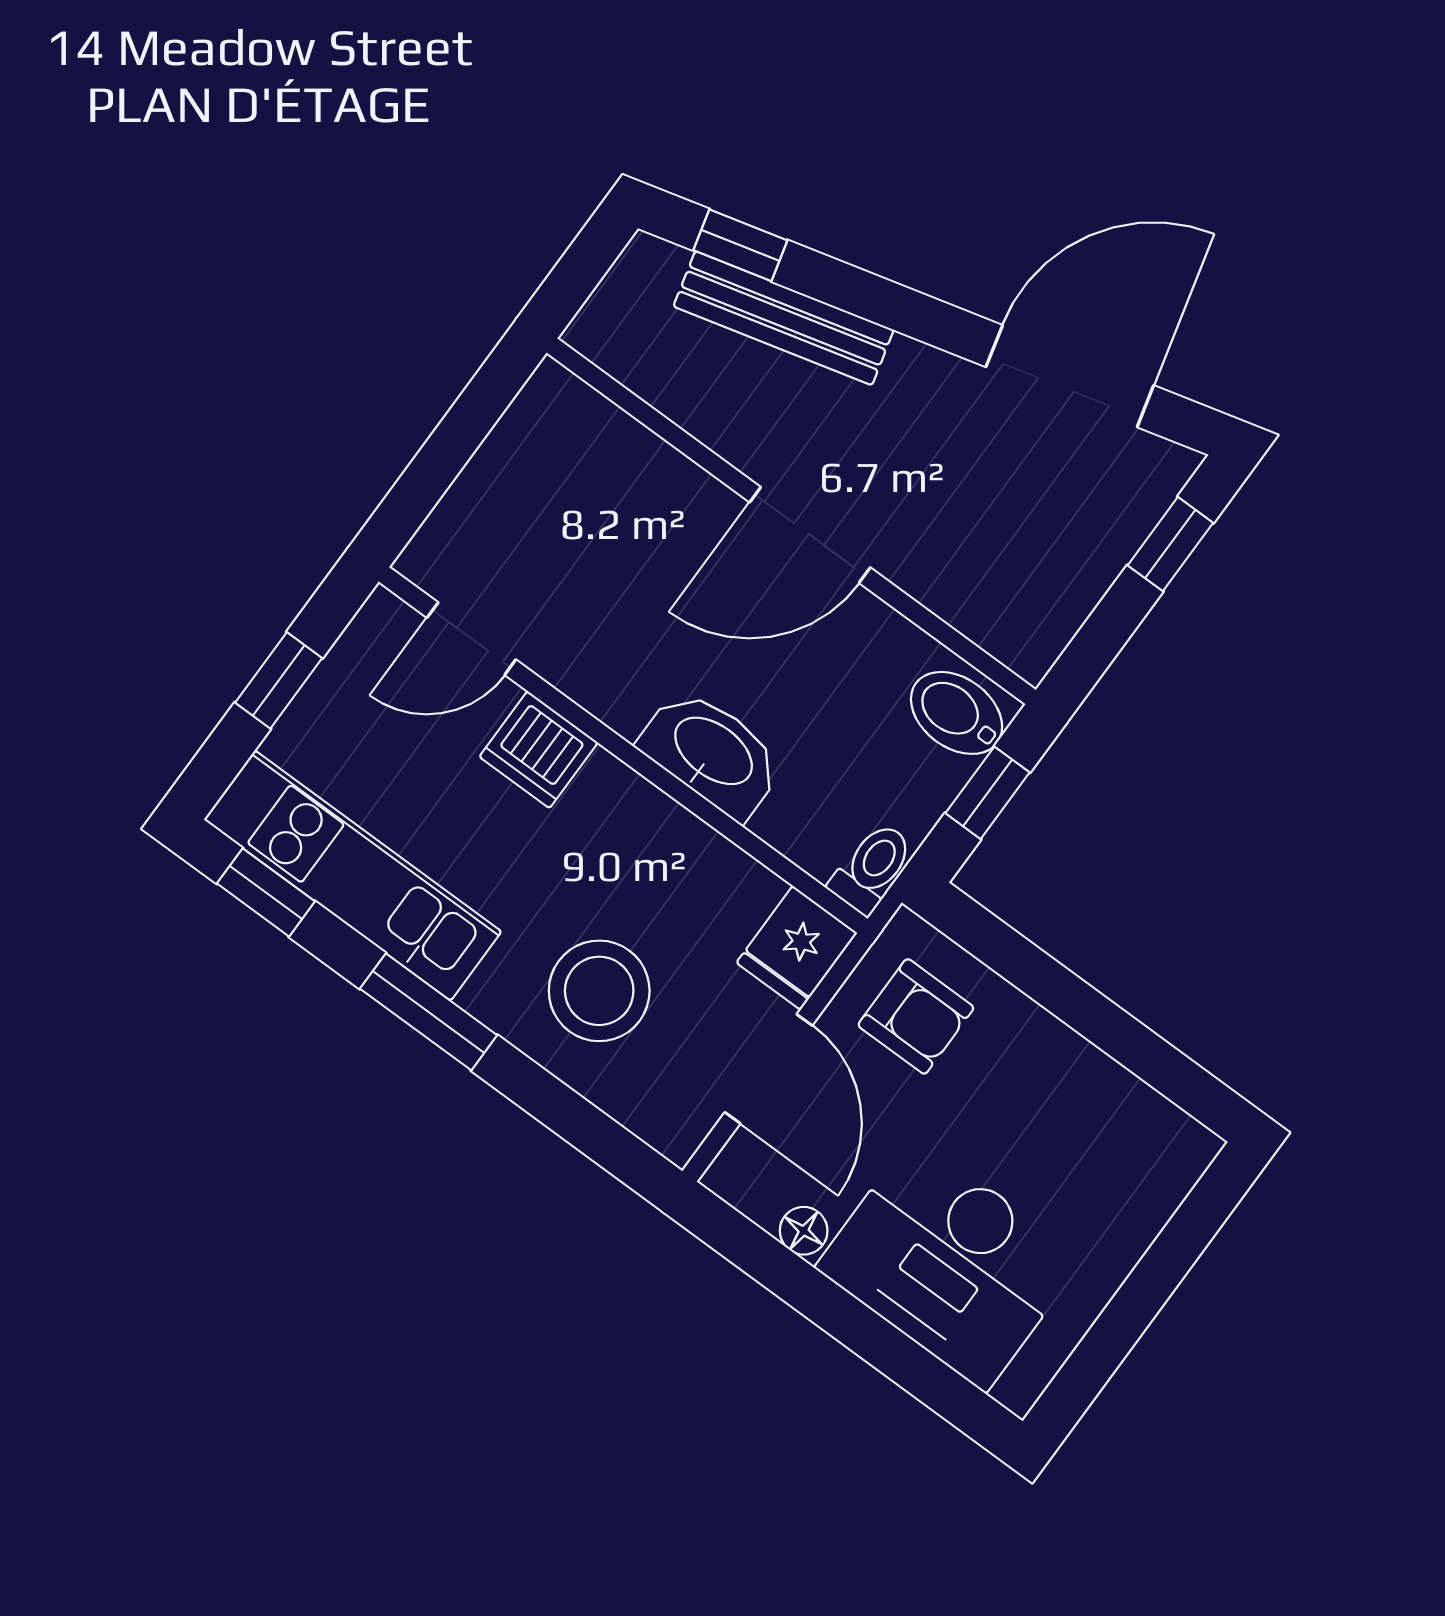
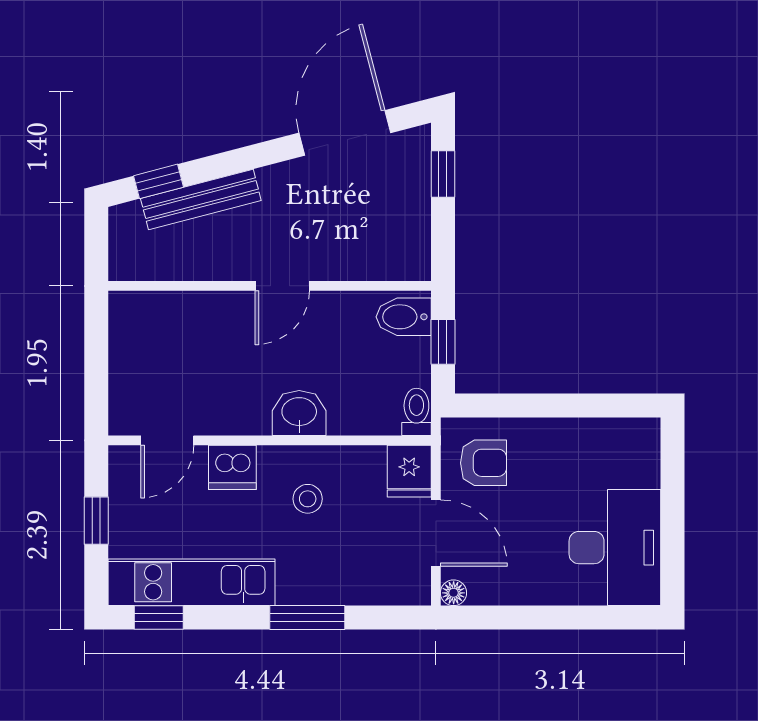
door: (810, 535) -> (282, 286), width x0.73
washbasin: (712, 753) -> (299, 413), width x0.72
stool: (599, 991) -> (308, 499), moved, width x0.53, depth x0.53
window: (429, 1012) -> (307, 618), moved
floor lamp: (804, 1231) -> (454, 593), moved
desk: (949, 1263) -> (615, 548), moved, turned -90

